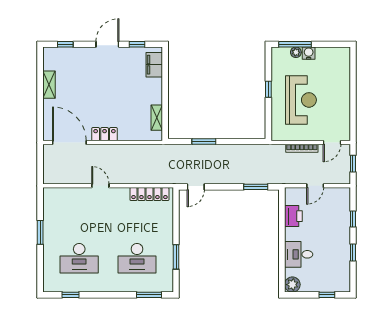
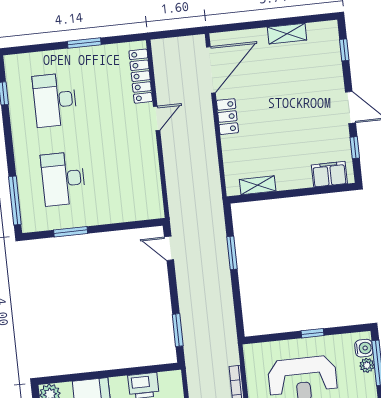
water cooler: (309, 53) -> (364, 348), moved
locker: (149, 194) -> (141, 76), moved
window: (149, 295) -> (15, 201), width x1.44

